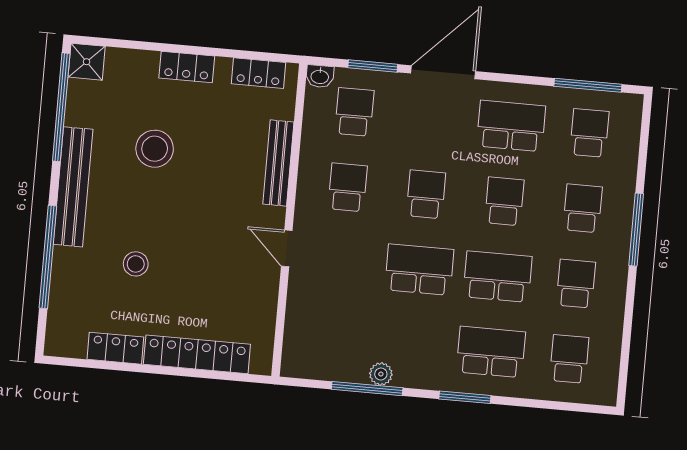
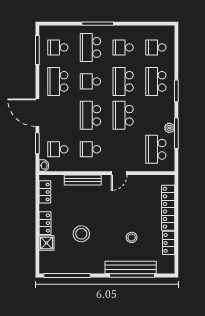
shower: (87, 62) -> (47, 243), moved
bench: (73, 187) -> (131, 267), moved
school desk: (426, 194) -> (91, 115), width x1.85
school desk: (583, 208) -> (91, 47), width x1.85
school desk: (334, 338) -> (156, 149), added

